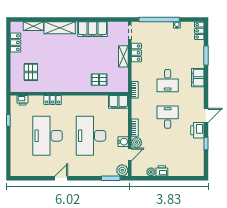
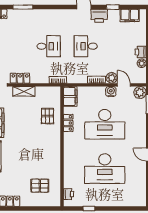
filing cabinet: (198, 78) -> (130, 15), moved
locker: (53, 100) -> (68, 123), moved

